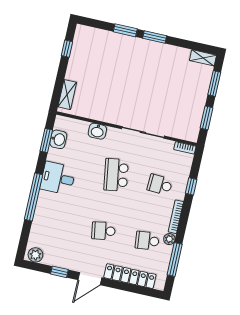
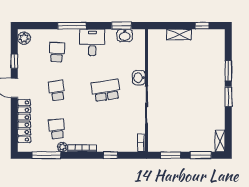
shelving: (67, 95) -> (179, 34), moved
washbasin: (97, 131) -> (139, 78), moved
school desk: (160, 185) -> (57, 52), moved
window: (34, 197) -> (72, 26), width x0.68

